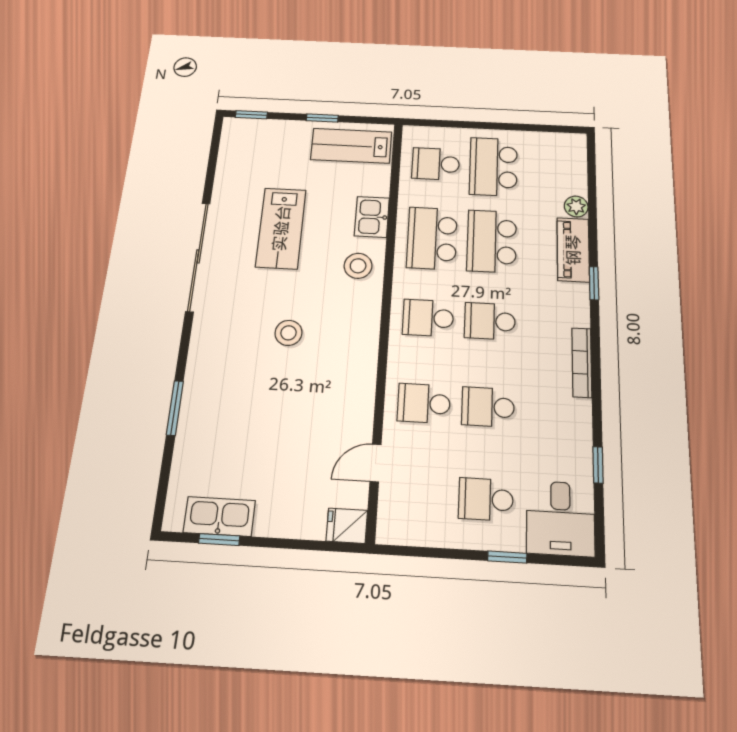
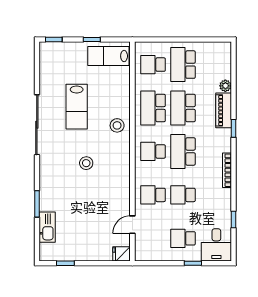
kitchen sink: (372, 217) -> (122, 98), removed
school desk: (490, 321) -> (183, 151), width x1.85
kitchen sink: (219, 516) -> (47, 227), moved, turned 90

